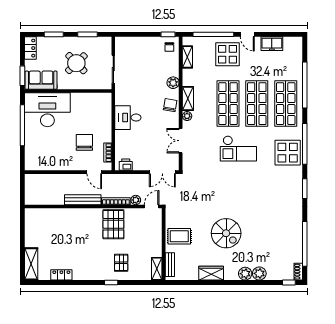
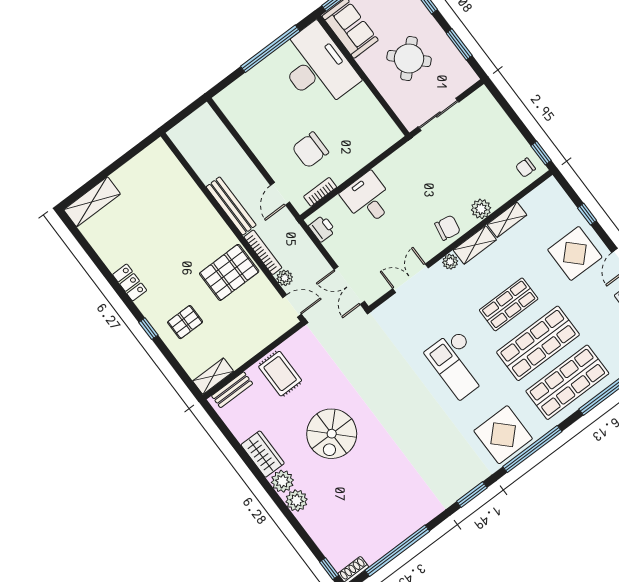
window: (213, 34) -> (587, 214), width x0.32
shelving: (187, 57) -> (507, 220), moved
shop shelf: (228, 104) -> (509, 304), width x0.70, depth x0.74
desk: (128, 118) -> (368, 199), moved
chair: (84, 142) -> (310, 150), turned 180
plant: (259, 273) -> (282, 481), moved
locker: (61, 275) -> (130, 282), moved

